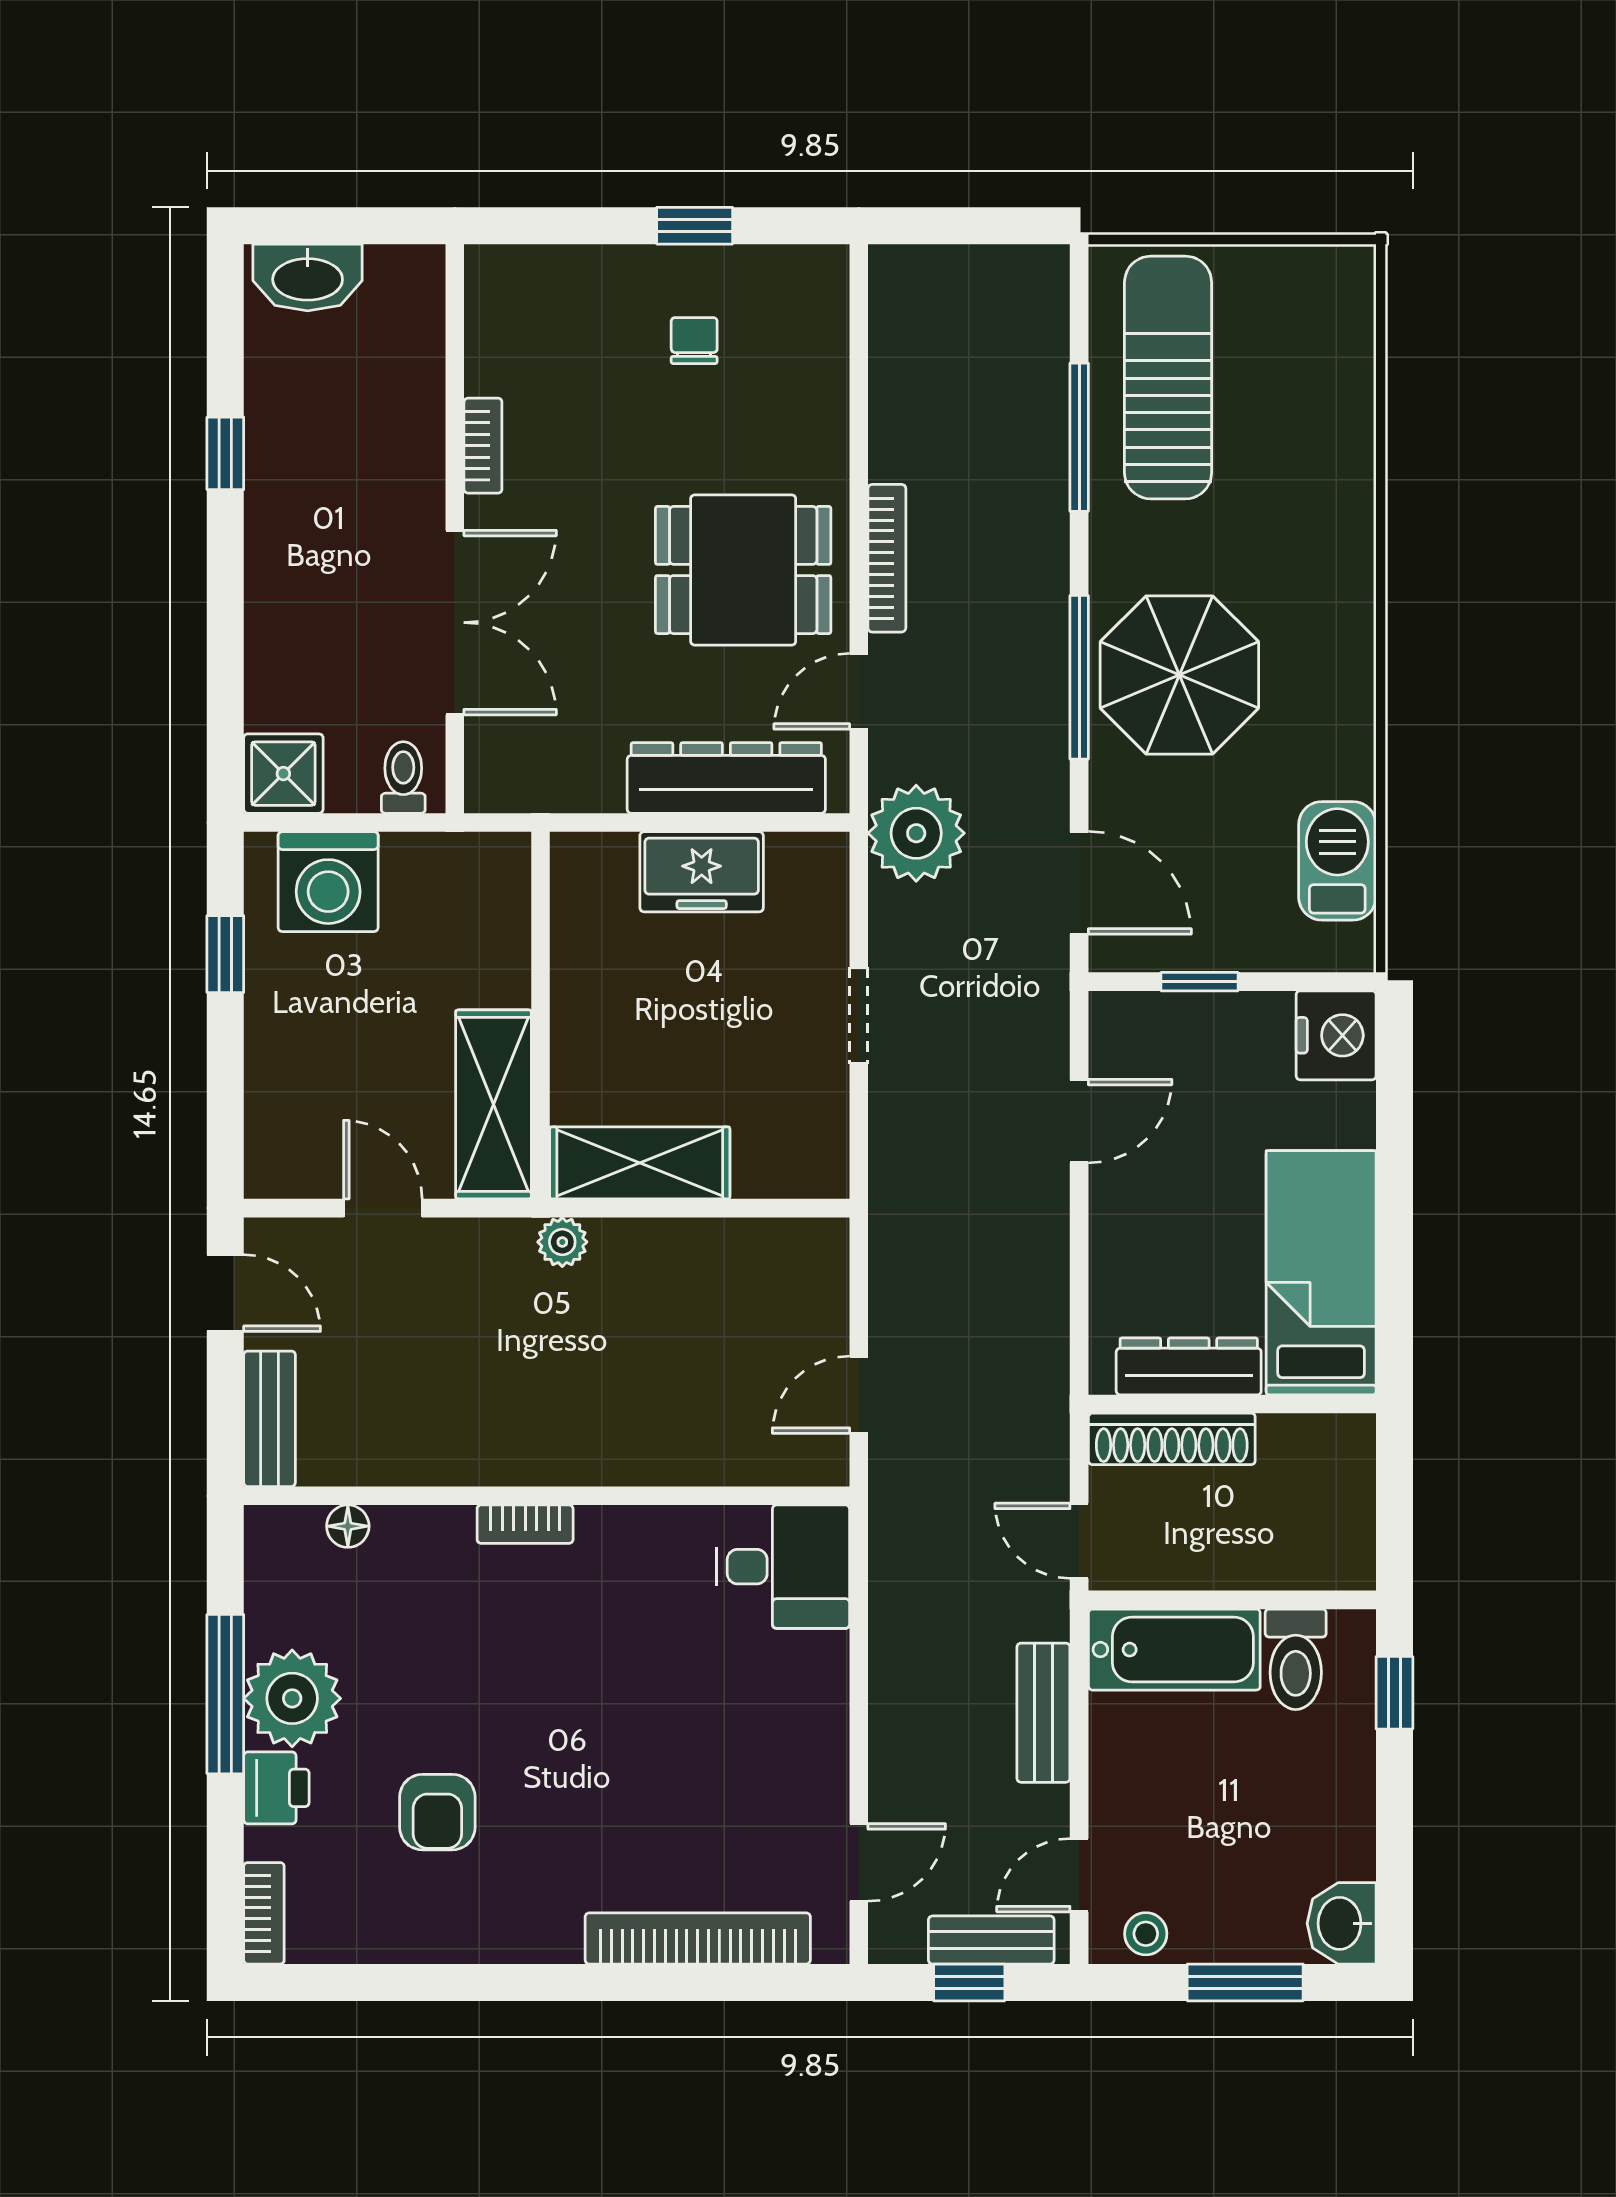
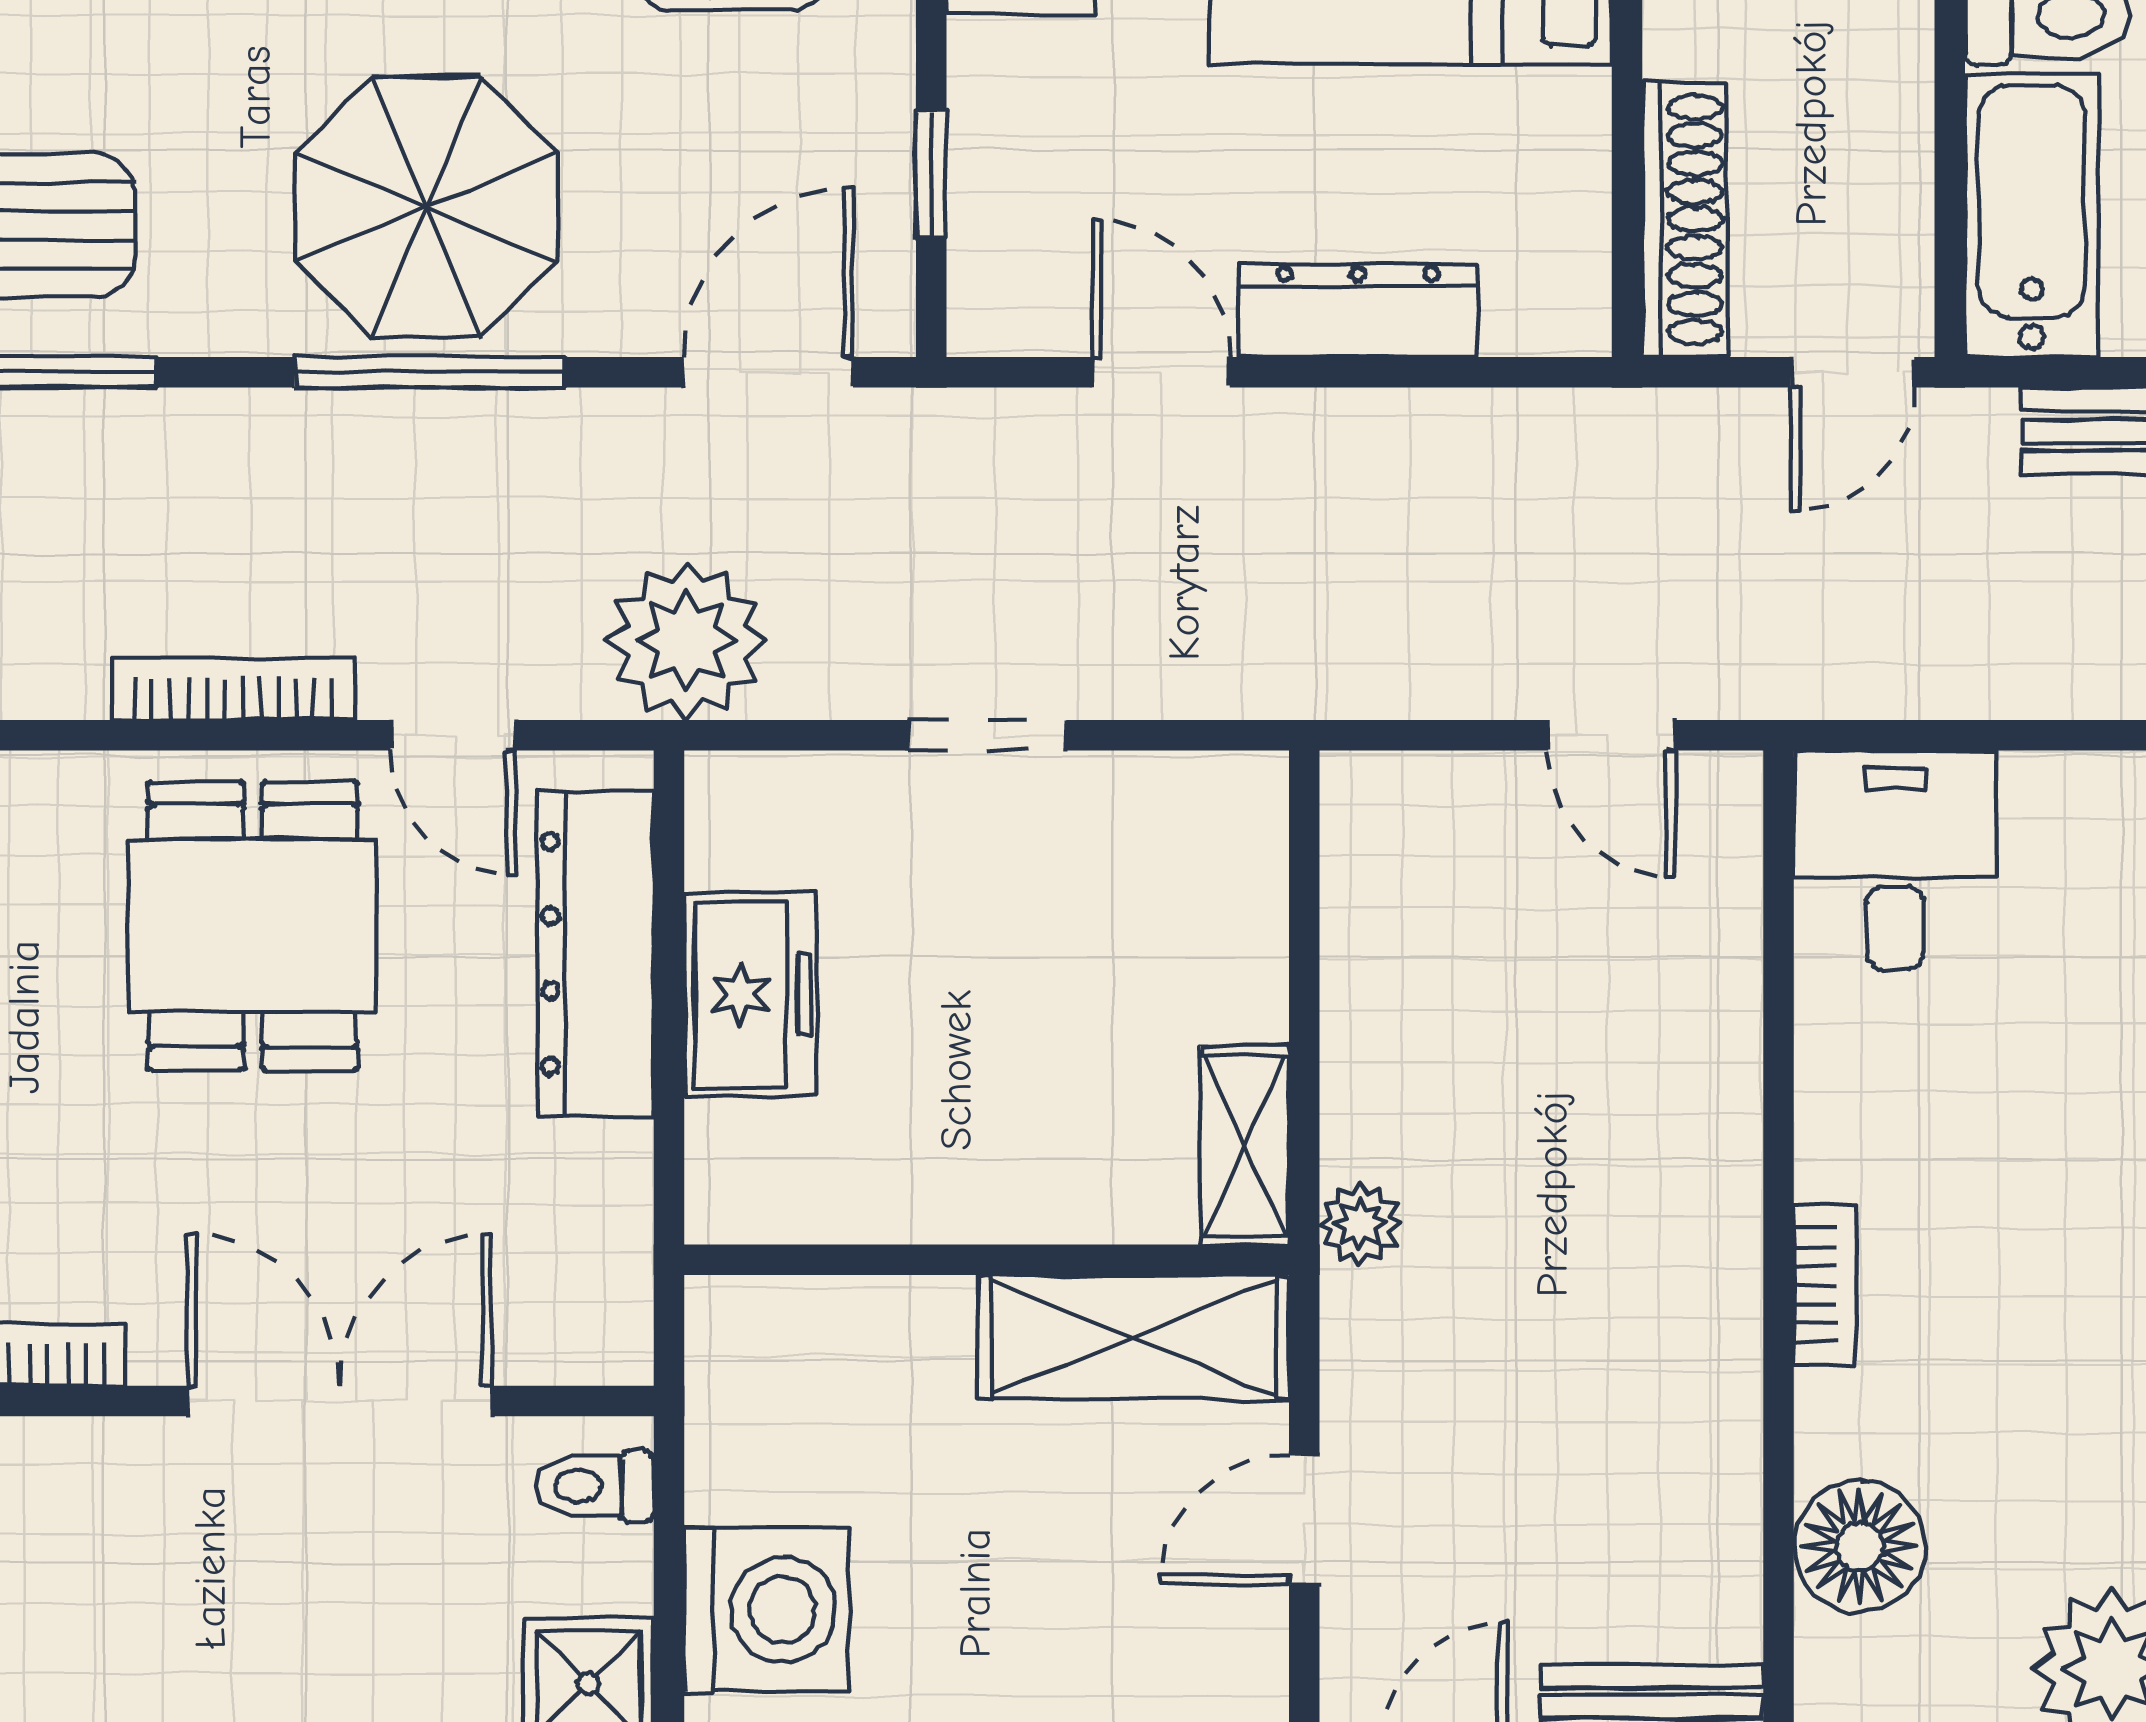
shelving: (640, 1163) -> (1245, 1146), width x0.67, depth x0.75
dresser: (1189, 1366) -> (1358, 310), moved, turned 90
floor lamp: (348, 1526) -> (1860, 1546), width x1.89, depth x1.89

